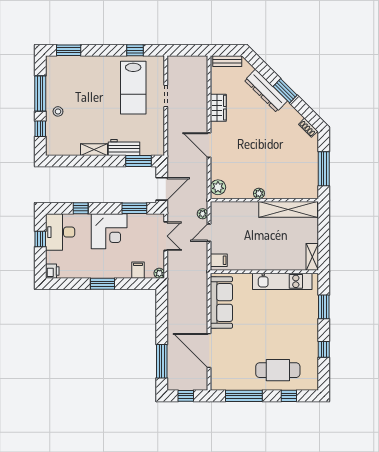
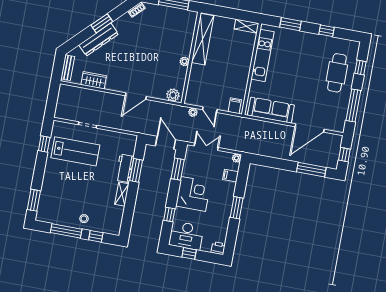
wardrobe: (218, 108) -> (94, 80), moved
window: (139, 161) -> (136, 170), moved

